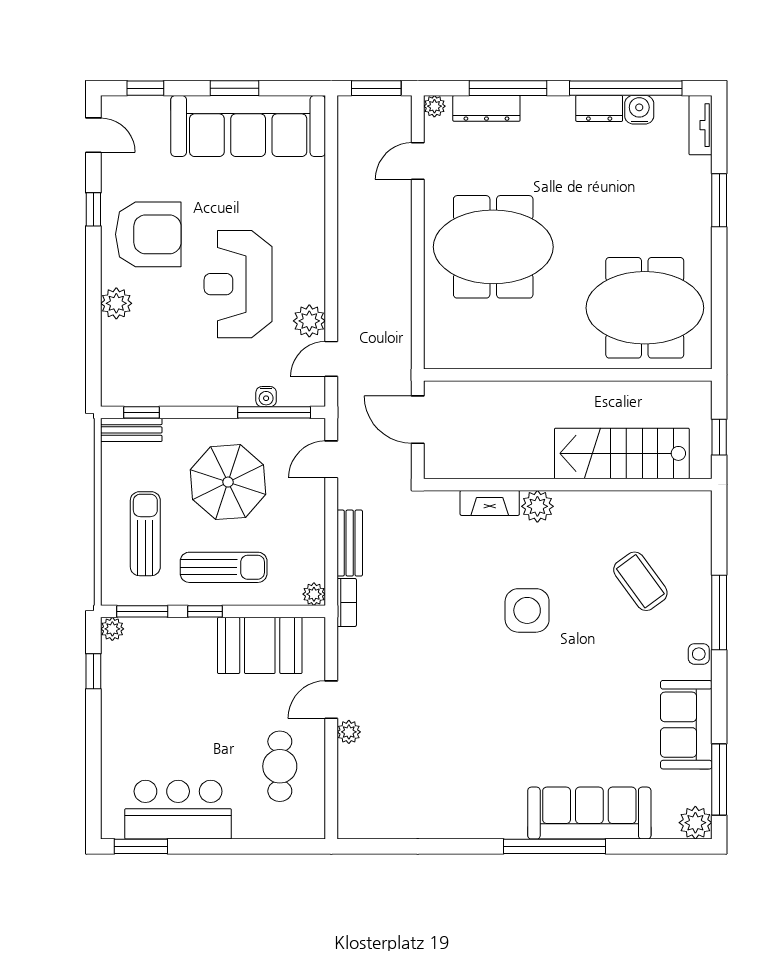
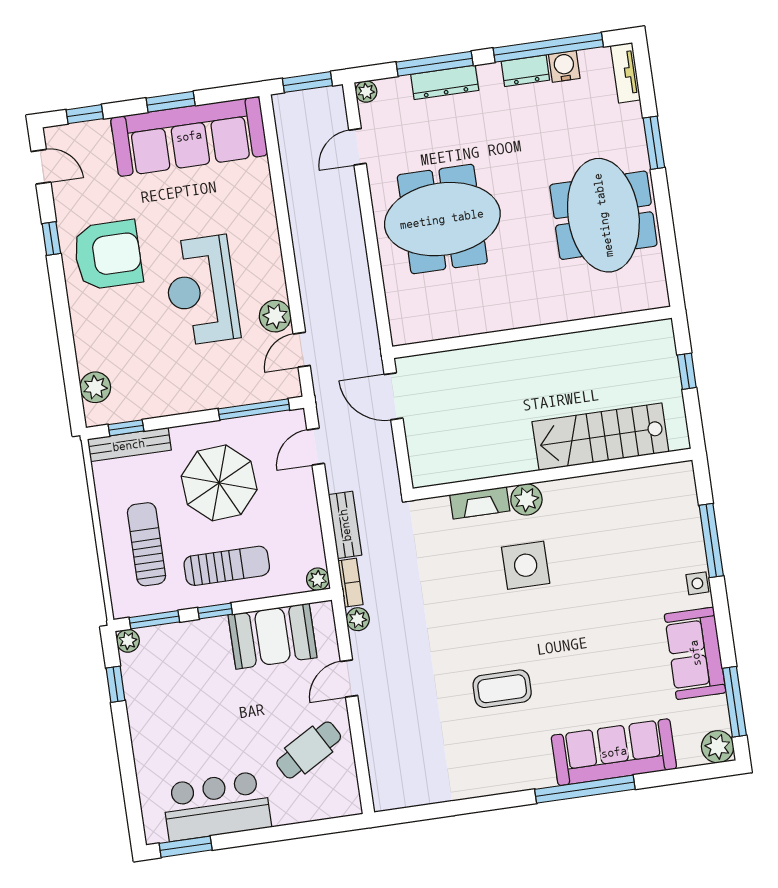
dresser: (486, 108) -> (445, 82), moved
plant: (116, 303) -> (95, 387), moved
meeting table: (645, 308) -> (603, 215), moved, turned 90
water cooler: (266, 397) -> (244, 395), removed
bench: (131, 430) -> (129, 445), width x1.36
stairs: (622, 453) -> (600, 437), moved
wall: (568, 485) -> (553, 474), moved
fireplace: (490, 503) -> (480, 503), moved
plant: (537, 506) -> (526, 499), moved
coffee table: (640, 581) -> (502, 689), moved, turned -54
plant: (349, 732) -> (358, 619), moved
cafe table: (280, 766) -> (309, 750), turned 60

